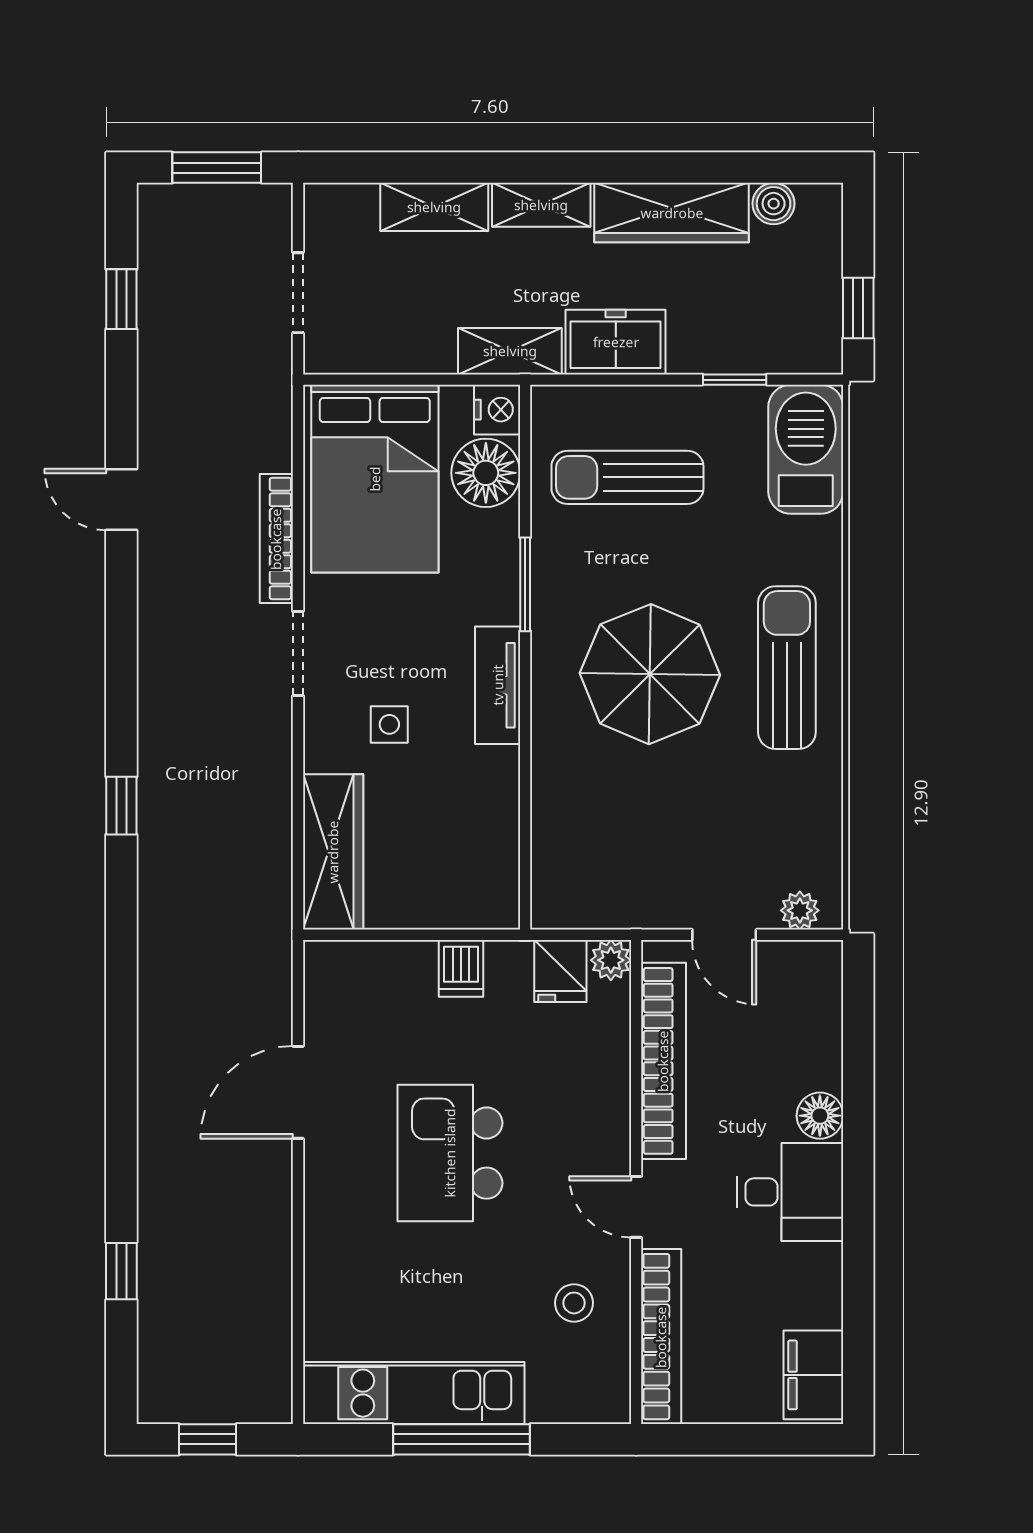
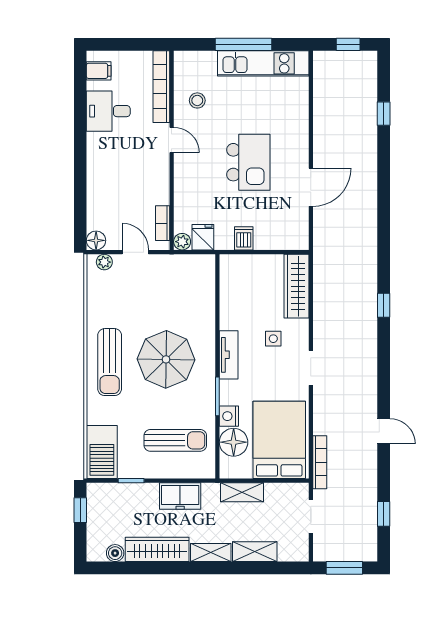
shelving: (510, 351) -> (242, 492), moved
nightstand: (497, 410) -> (229, 416), moved
bookcase: (276, 539) -> (320, 462), moved
bookcase: (663, 1061) -> (163, 223), width x0.43, depth x0.76
floor lamp: (820, 1116) -> (96, 240), moved
desk: (790, 1192) -> (108, 111), moved
filing cabinet: (813, 1375) -> (99, 71), width x0.50

